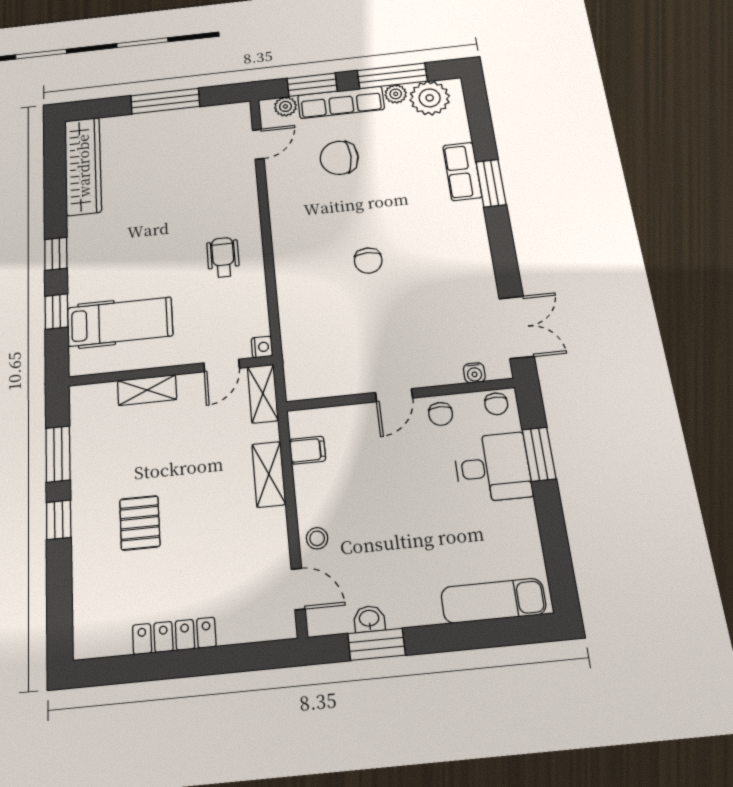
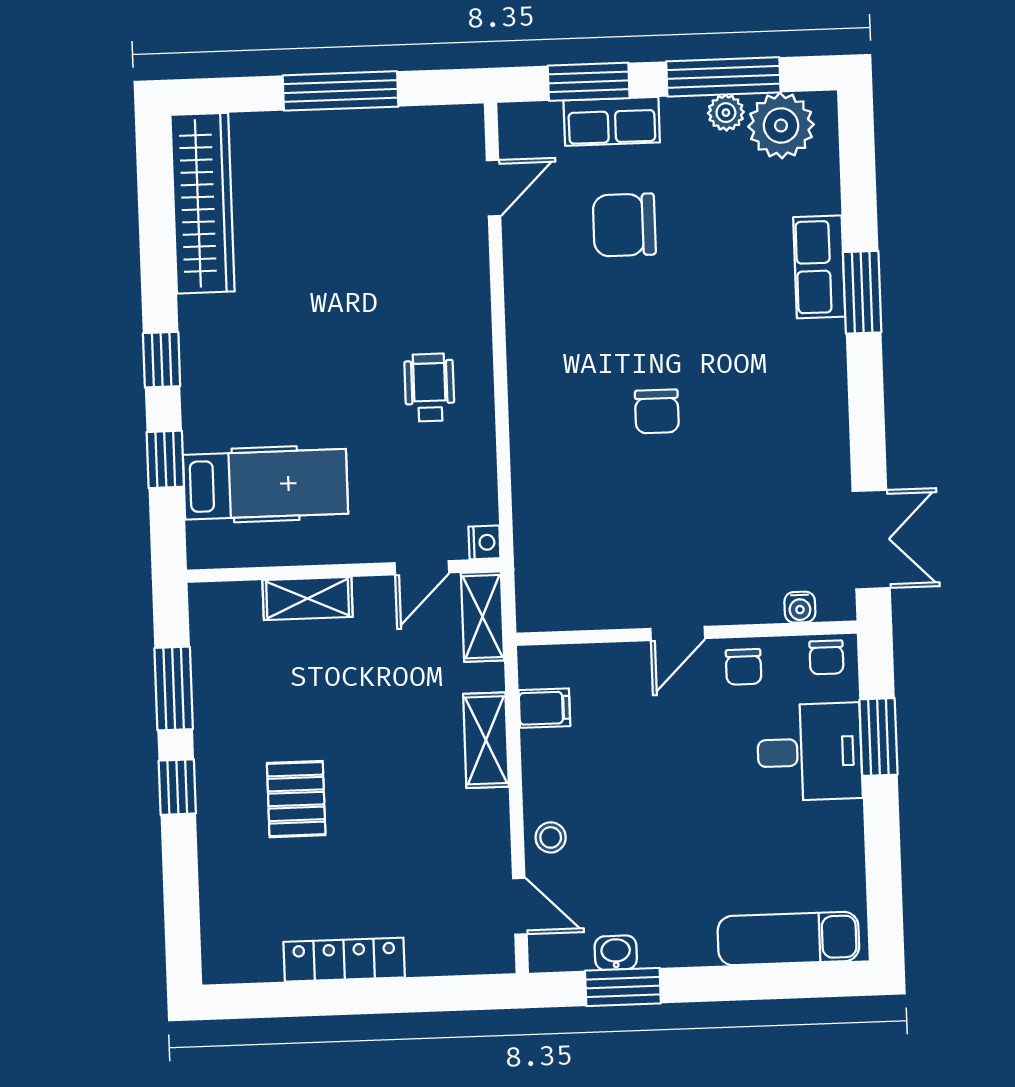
row of seats: (341, 102) -> (612, 121), width x0.68
plant: (285, 106) -> (542, 120), removed

